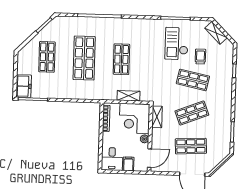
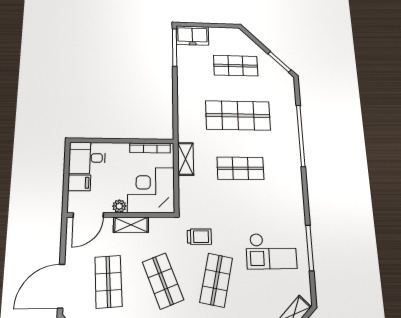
checkout: (177, 44) -> (271, 251), turned 180
trolley: (200, 57) -> (199, 237), moved
shelving: (128, 96) -> (186, 159), moved
shelving: (157, 117) -> (131, 225), moved
door: (149, 158) -> (88, 215), hinge flipped

